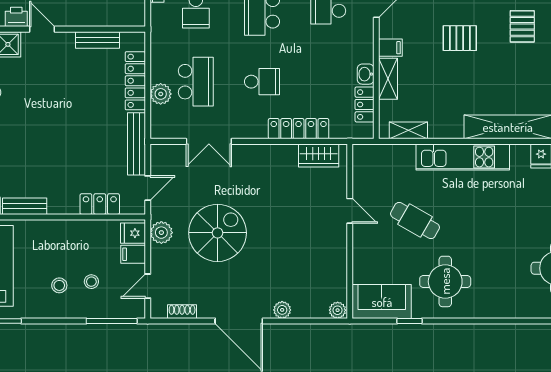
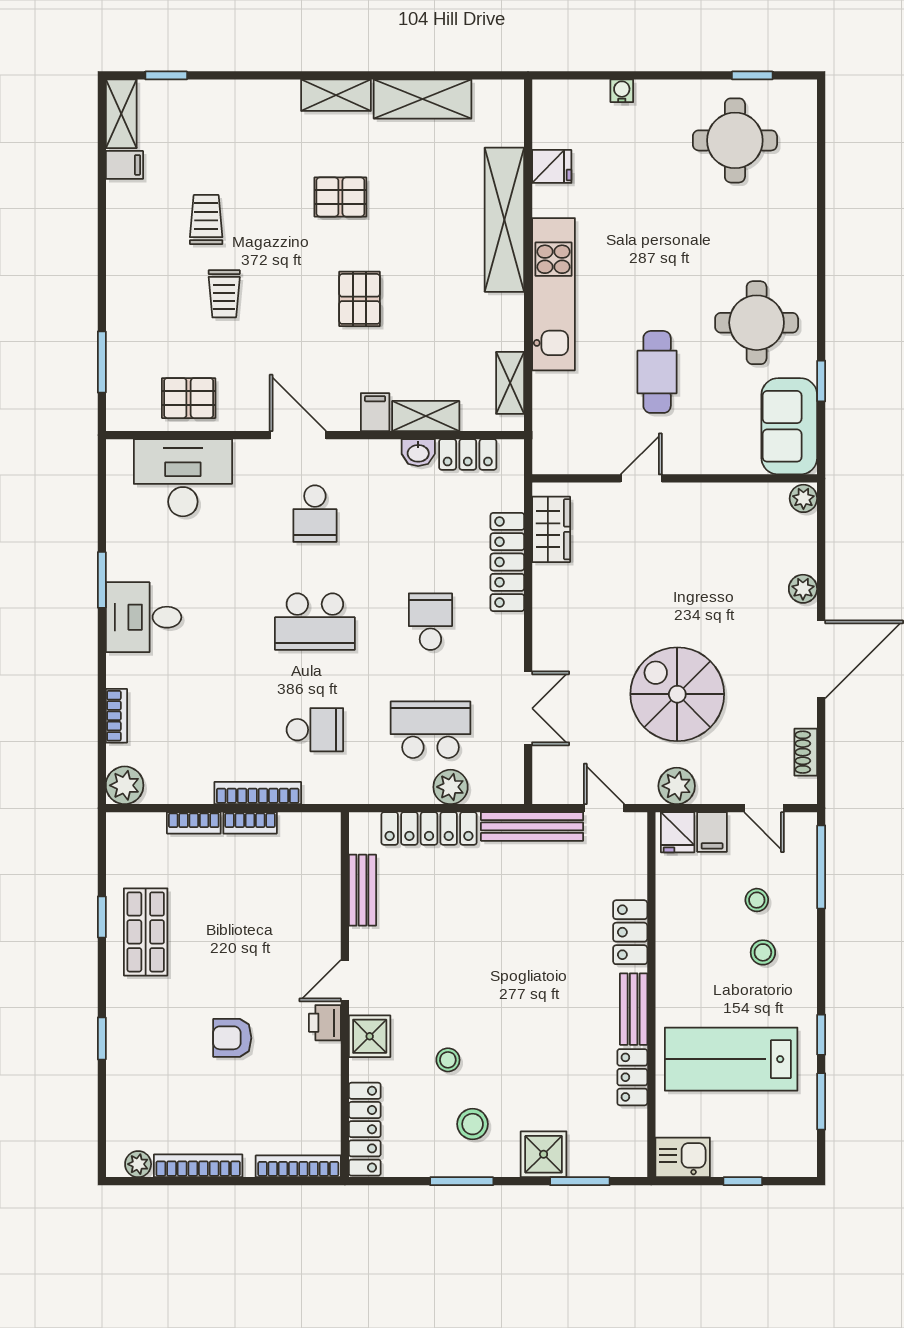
locker: (100, 204) -> (630, 932), moved
cafe table: (415, 221) -> (657, 372), turned -30

